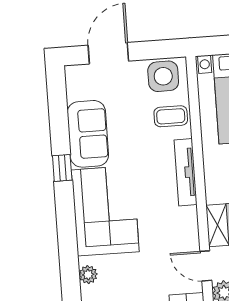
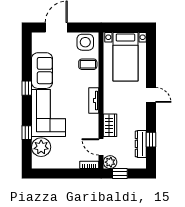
tv unit: (186, 172) -> (94, 100), width x0.71
window: (68, 249) -> (27, 133), added
plant: (88, 275) -> (41, 147), width x1.88, depth x1.88

